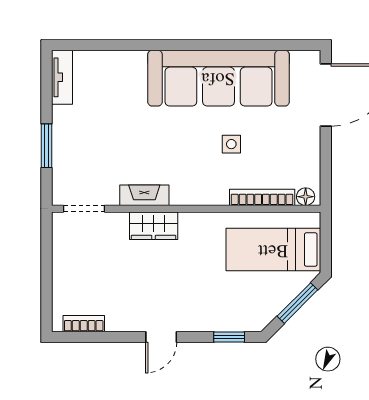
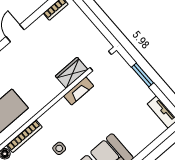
wardrobe: (154, 226) -> (72, 73), moved

